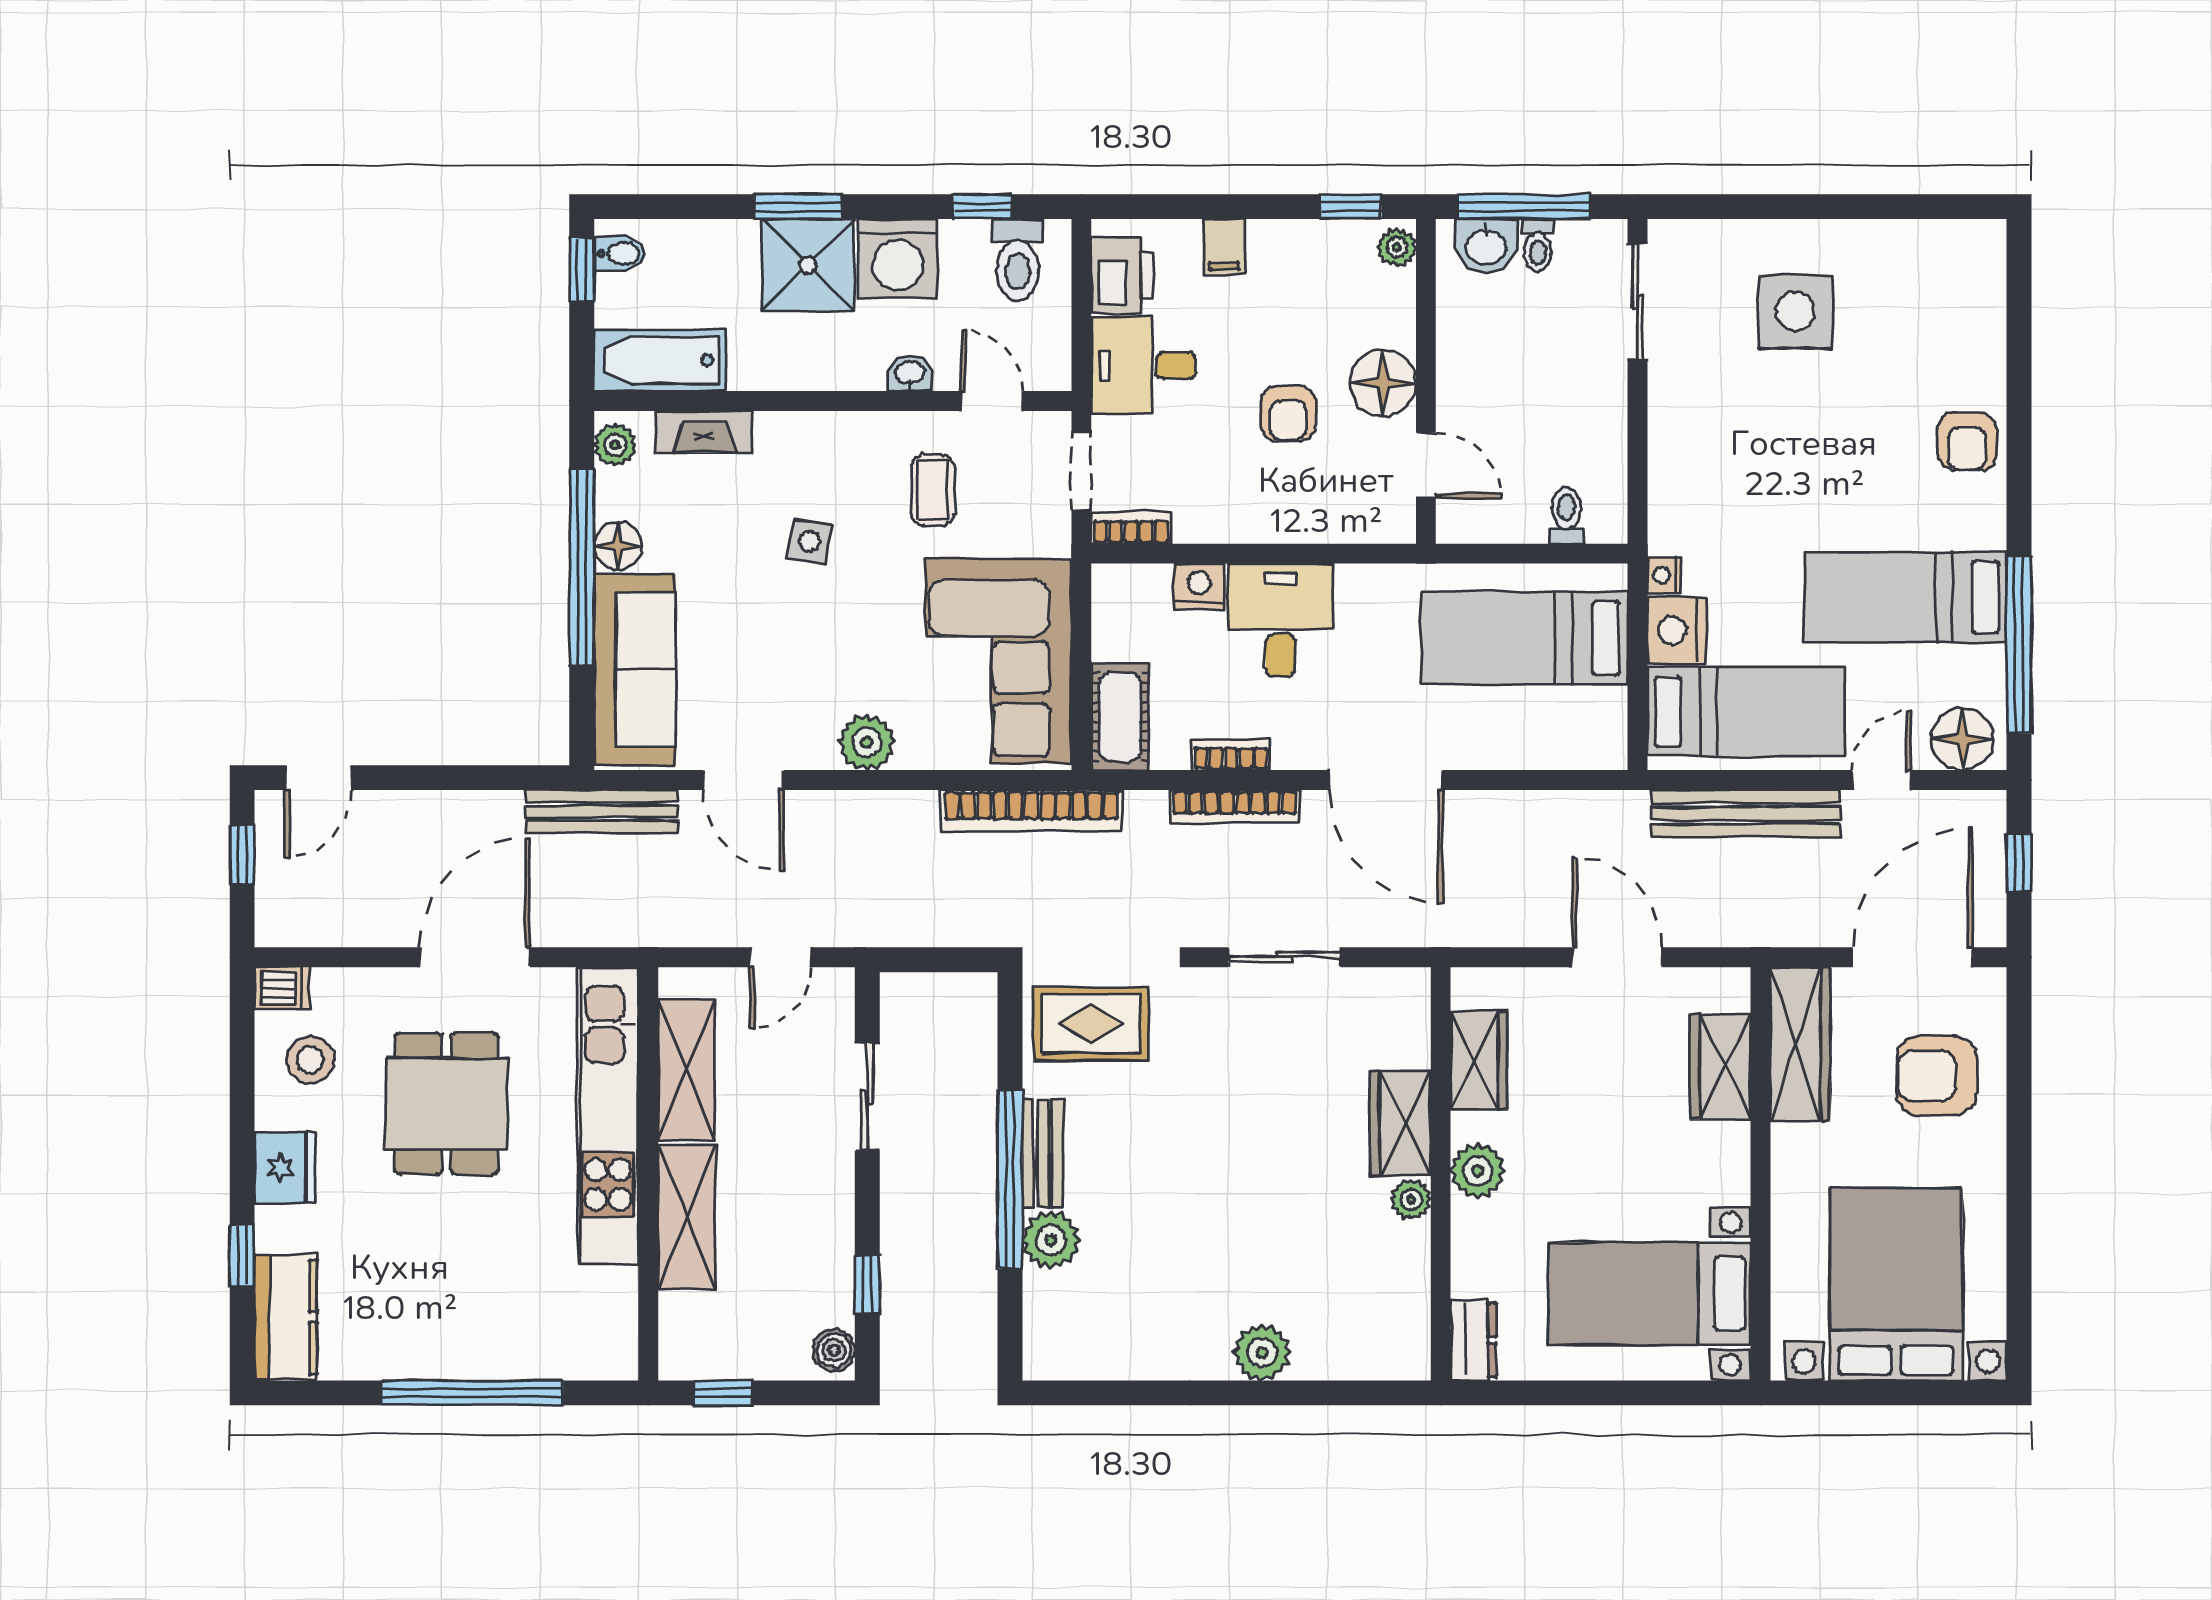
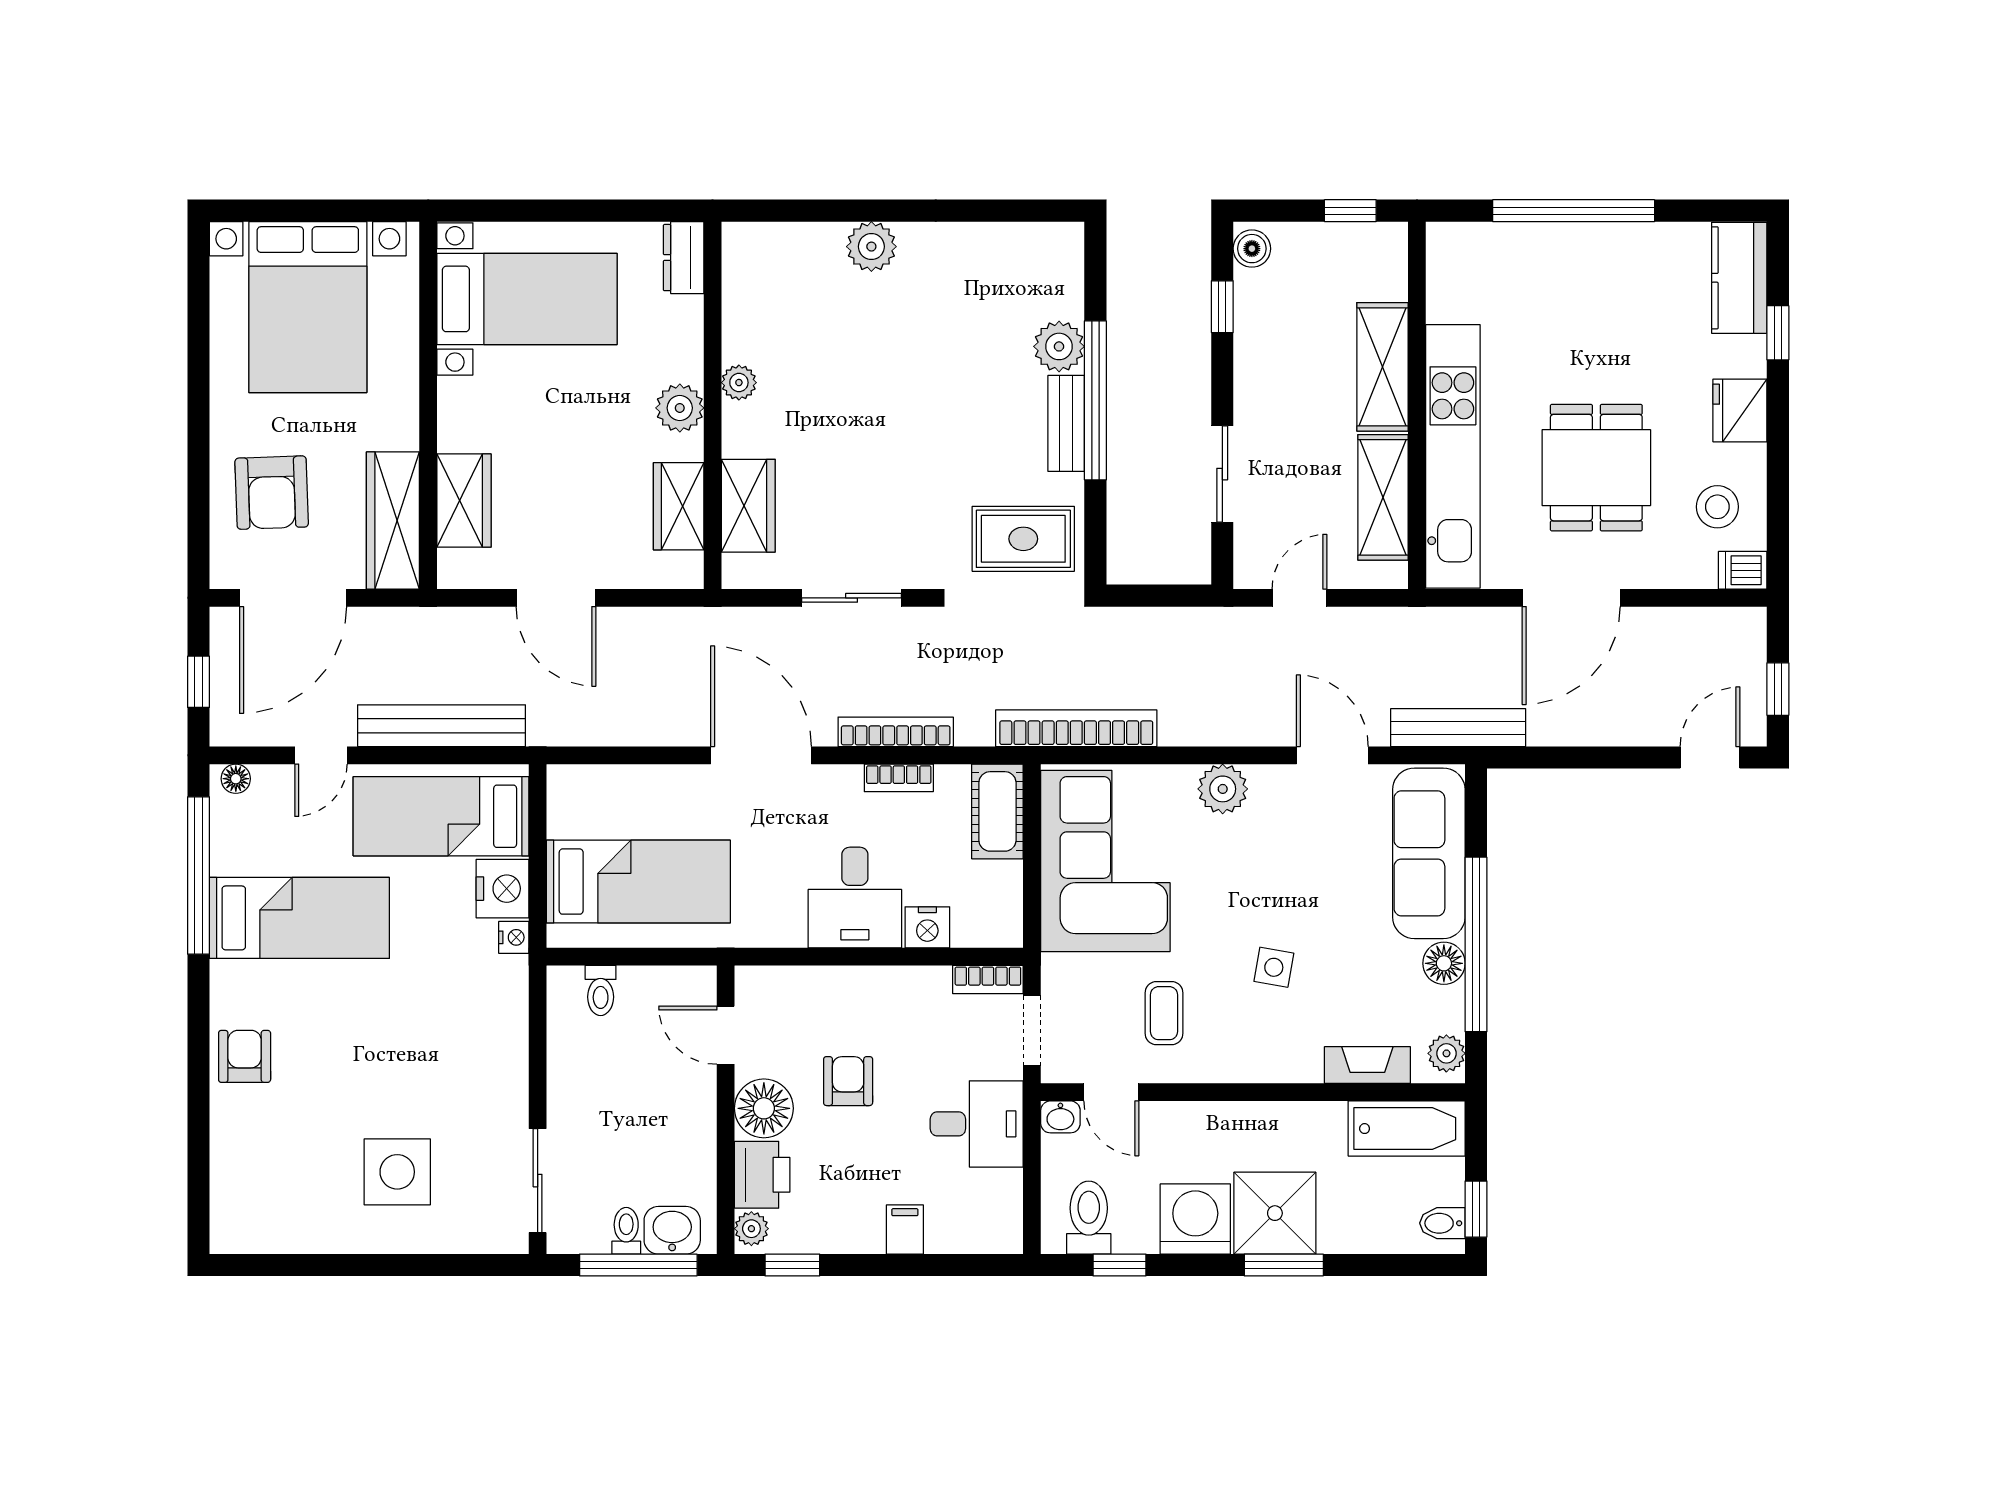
printer: (1122, 275) -> (762, 1175), moved, turned 180
washbasin: (910, 373) -> (1060, 1117), moved
floor lamp: (1962, 739) -> (236, 779), width x0.53, depth x0.53
armchair: (1937, 1076) -> (272, 493), turned 88
wardrobe: (1401, 1124) -> (748, 506), moved

